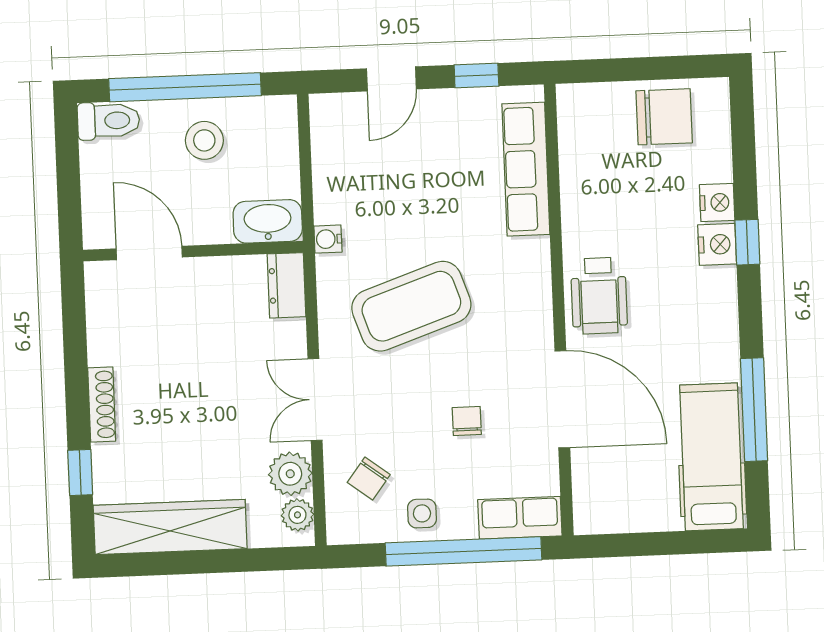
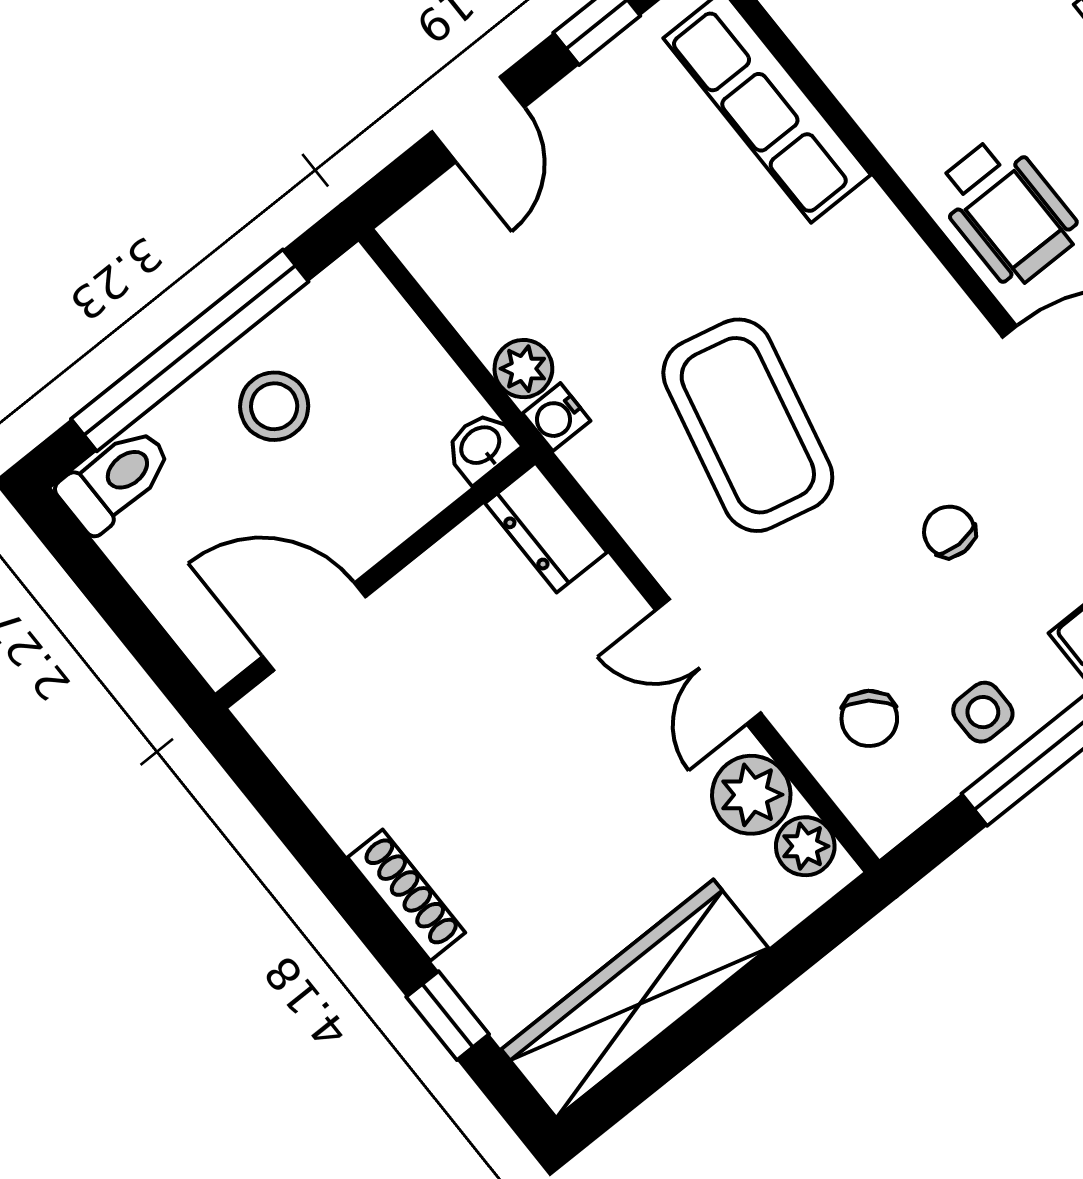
plant: (329, 206) -> (523, 369), added
washbasin: (268, 221) -> (481, 446), width x0.52, depth x0.69
coffee table: (411, 306) -> (748, 425), turned -58

